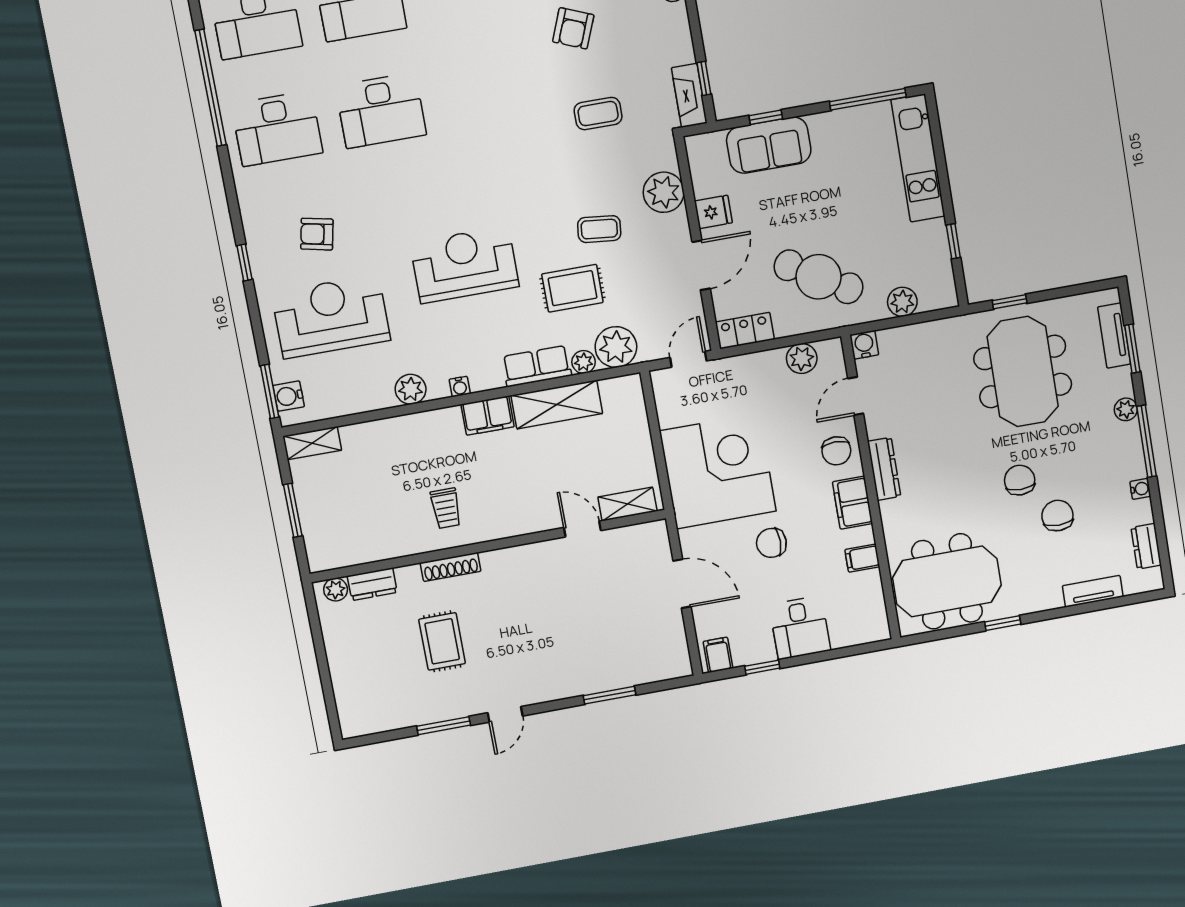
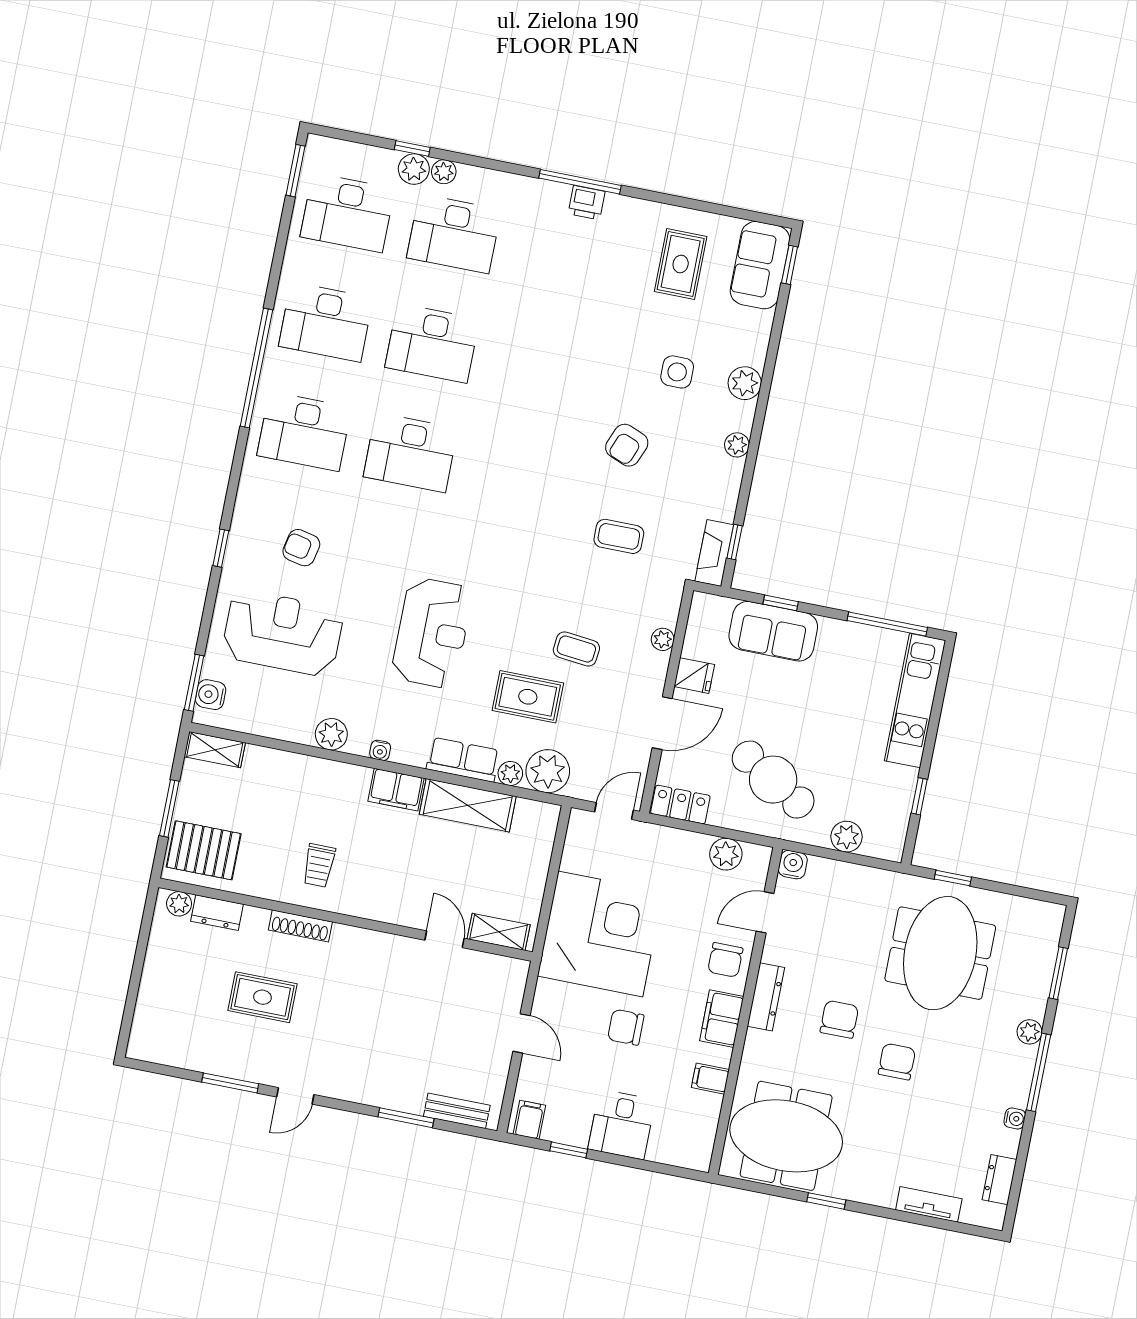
plant: (664, 192) -> (663, 639), width x0.53, depth x0.53
reception desk: (464, 265) -> (432, 633), turned 90
tv unit: (1114, 336) -> (1045, 953), removed
chair: (1057, 516) -> (839, 1019), moved
pallet: (338, 535) -> (204, 850), added
door: (682, 584) -> (521, 1033), width x0.73
rug: (442, 641) -> (263, 997), turned 90
bench: (652, 672) -> (457, 1111), added

